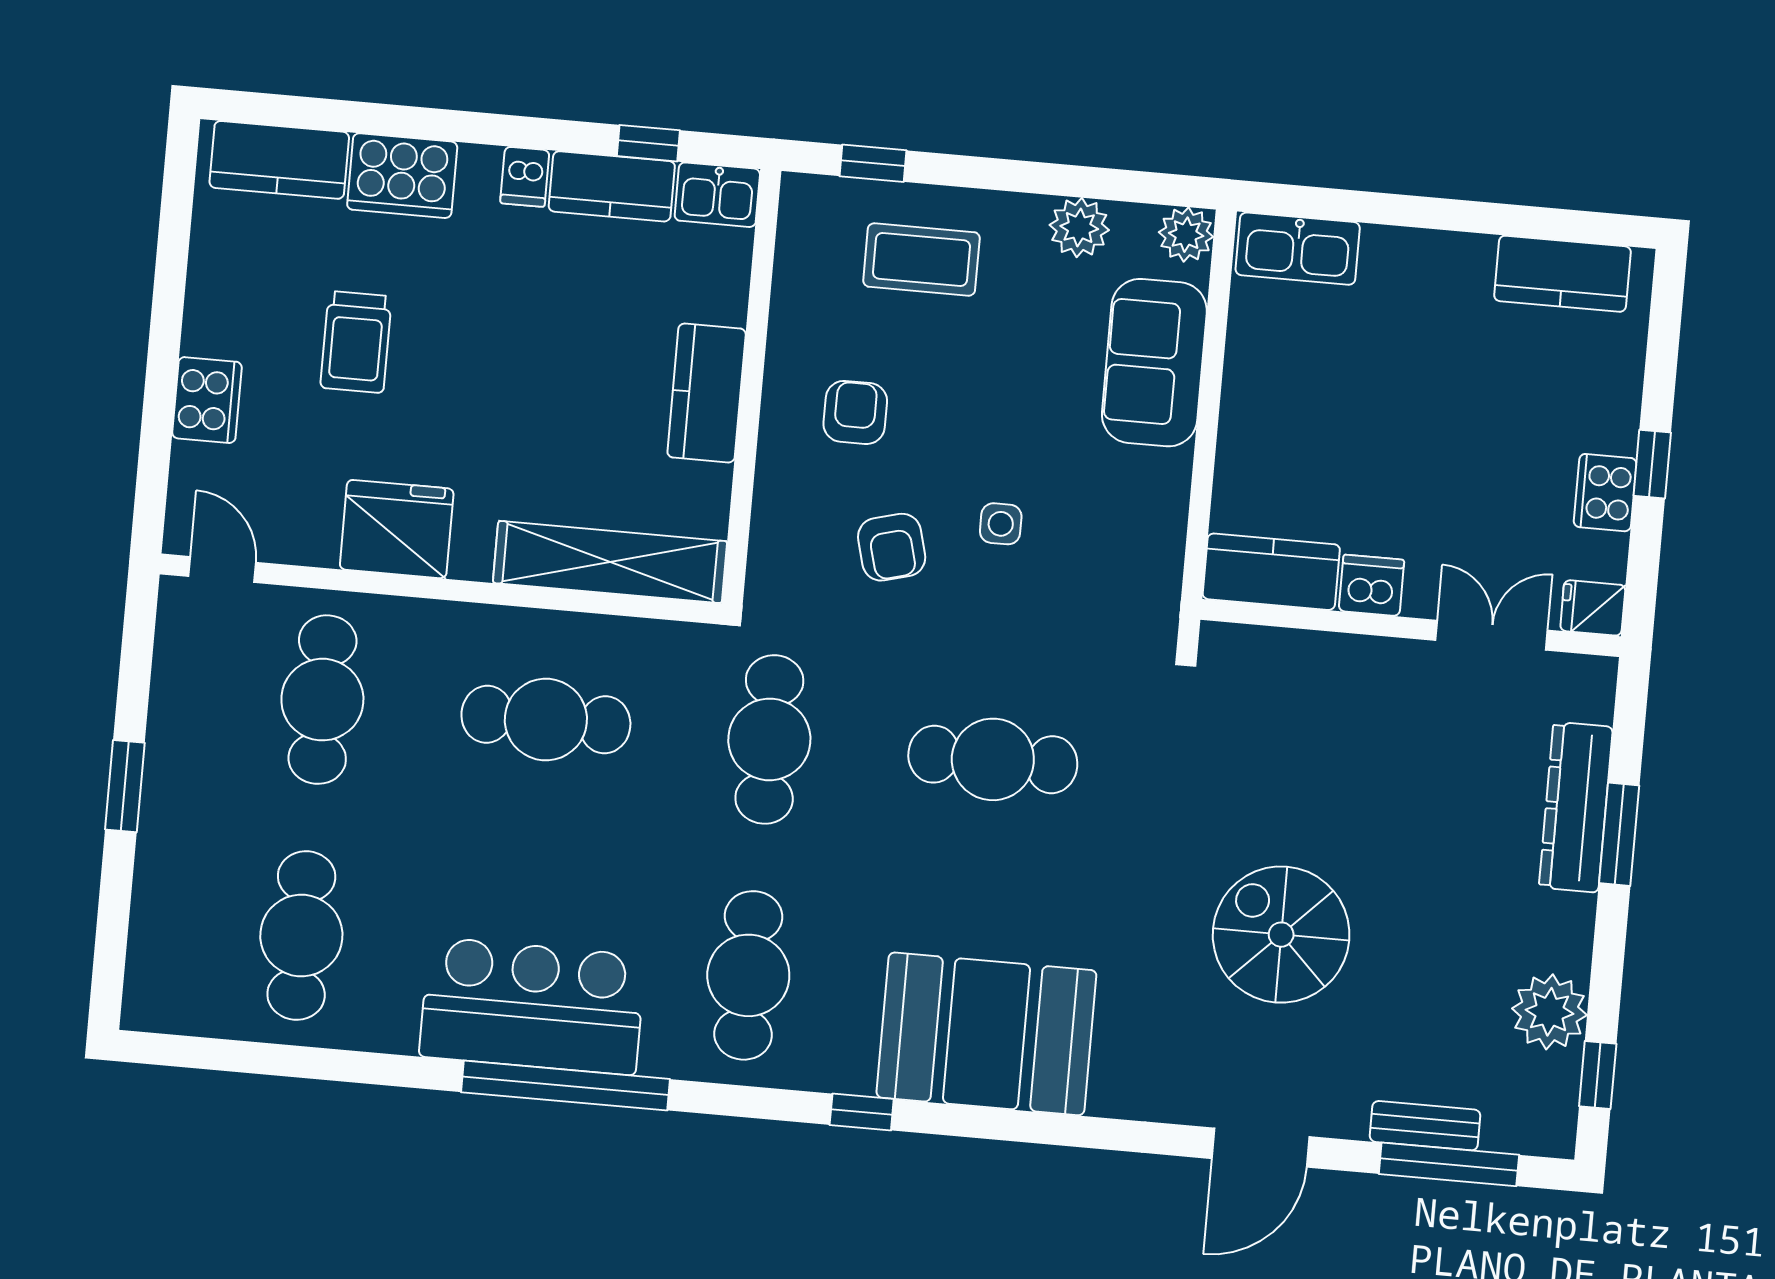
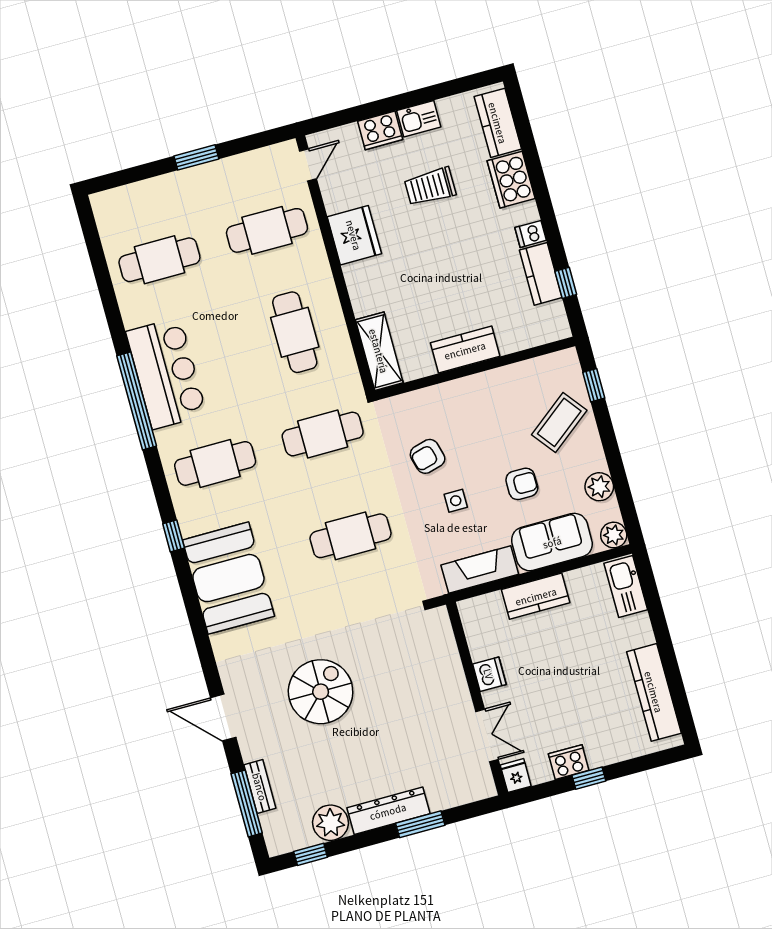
kitchen sink: (717, 195) -> (419, 119), moved, turned -90
coffee table: (921, 259) -> (559, 422), turned 52
kitchen counter: (1563, 274) -> (654, 692), width x1.50
armchair: (855, 412) -> (522, 484), moved
fireplace: (1156, 527) -> (480, 570), added
shelving: (610, 562) -> (379, 351), width x0.68
kitchen counter: (1271, 572) -> (536, 596), moved, turned 90
cafe table: (993, 759) -> (351, 536), turned 90
dresser: (1576, 807) -> (388, 811), moved

